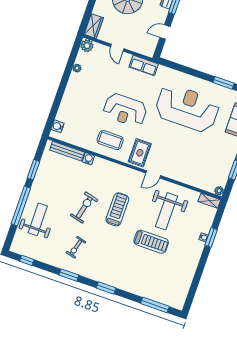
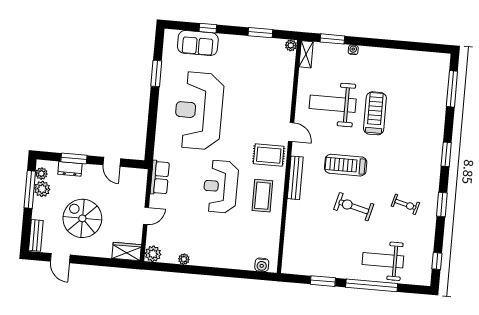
reception desk: (125, 110) -> (221, 187), turned 180
bench: (67, 151) -> (295, 178), moved
water cooler: (88, 159) -> (292, 217), removed
weight bench: (167, 211) -> (333, 104), turned 180
window: (211, 237) -> (332, 39), moved

